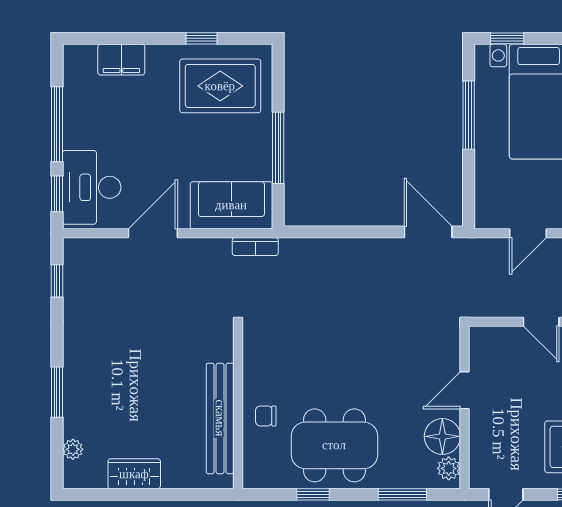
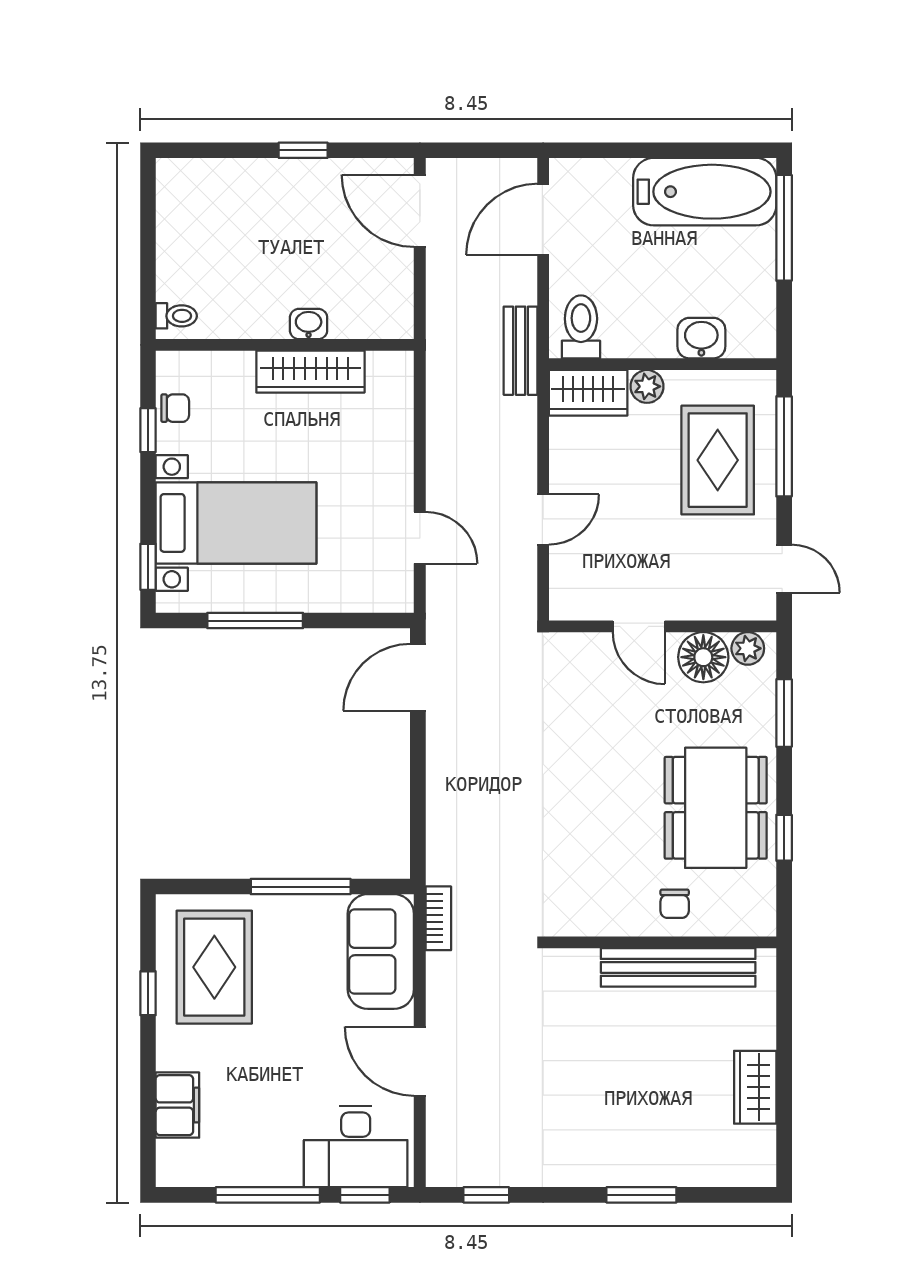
plant: (73, 449) -> (721, 1173), removed

